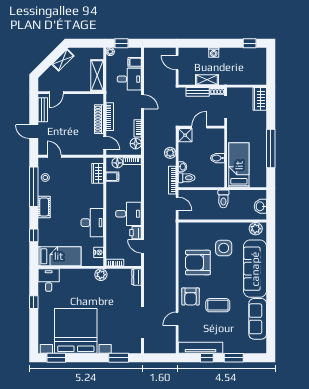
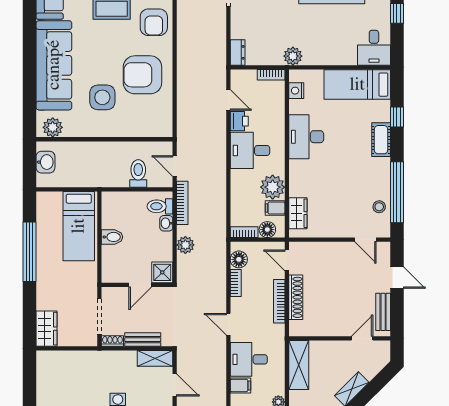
shelving: (207, 80) -> (155, 358), moved
plant: (114, 190) -> (273, 187), added
toilet: (223, 199) -> (138, 173), moved
cot: (44, 207) -> (381, 140), moved
armchair: (198, 263) -> (142, 75), turned 180
armchair: (191, 296) -> (154, 22), turned 180

